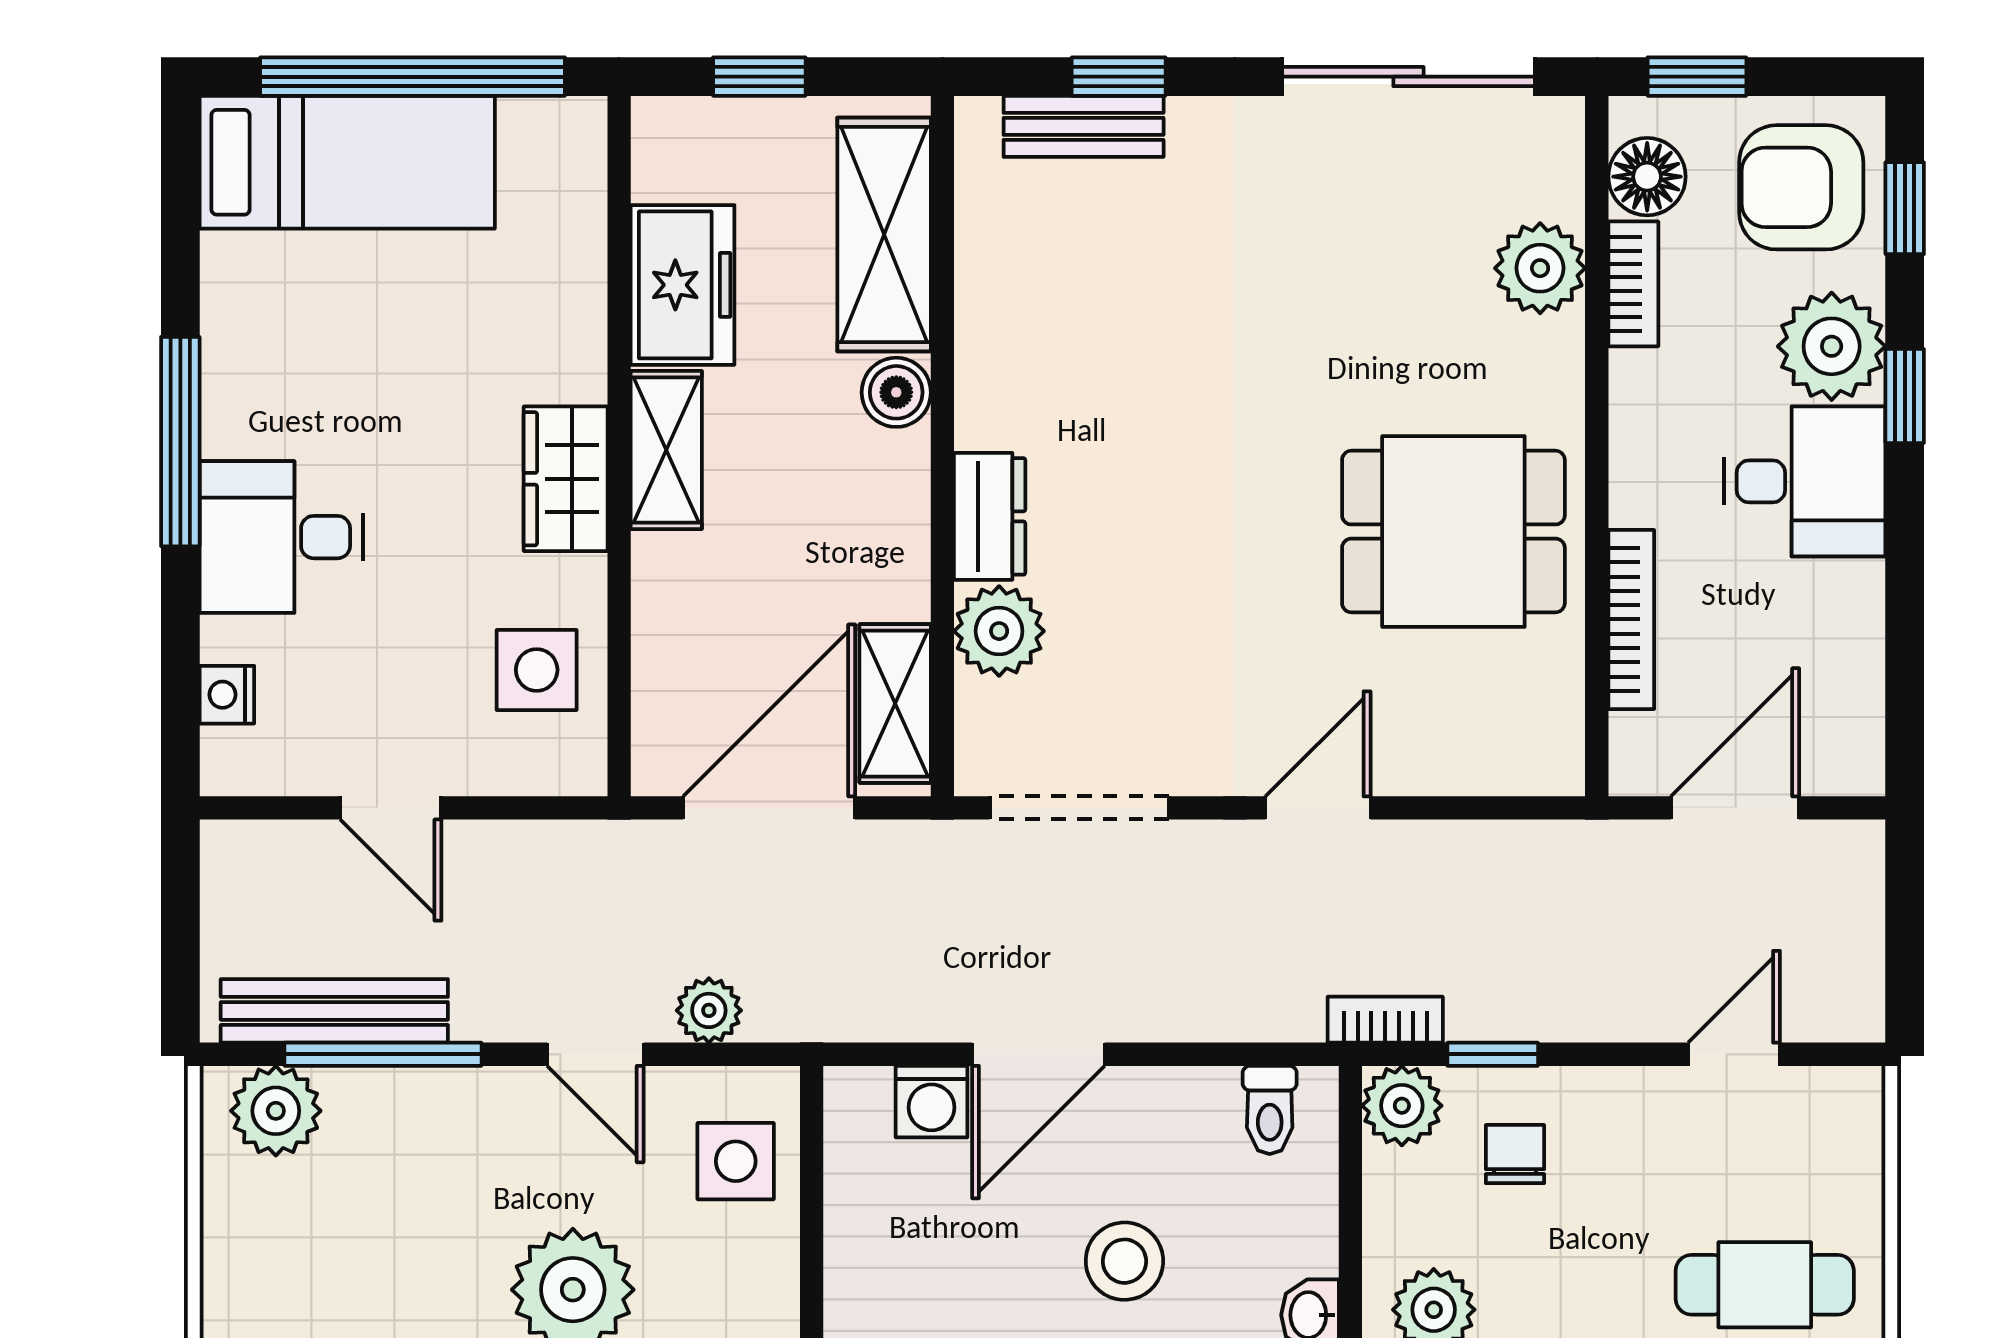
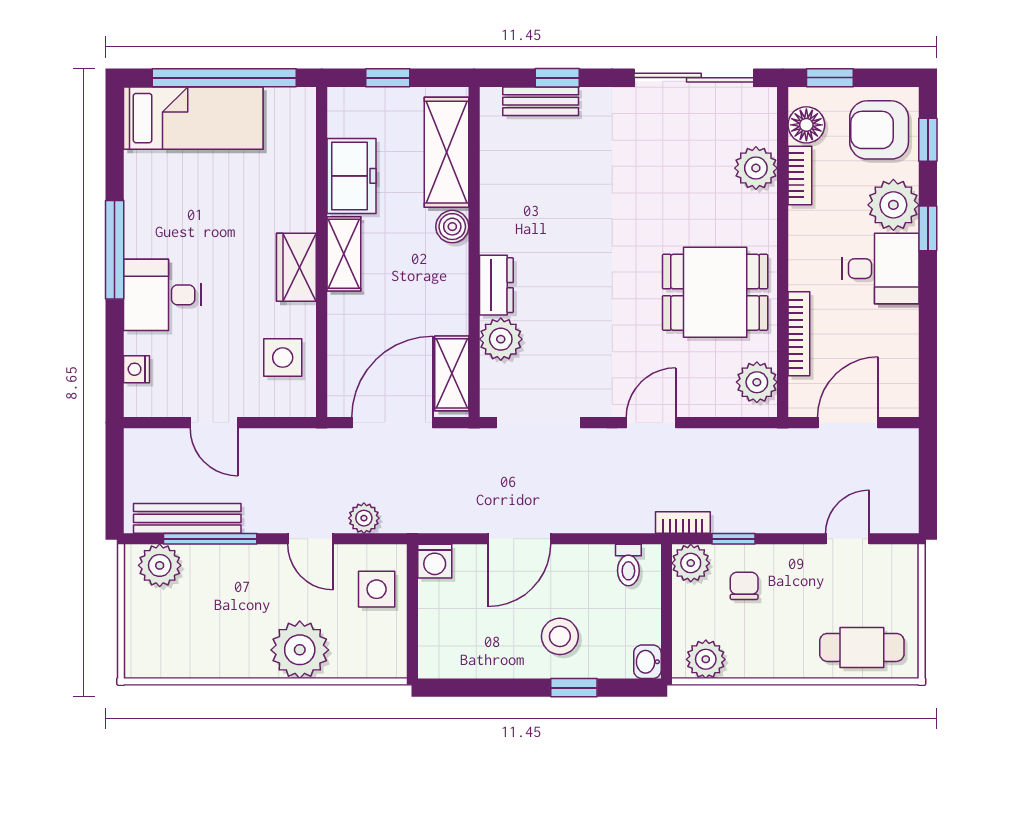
plant: (1542, 722) -> (757, 382), added
washing machine: (931, 1102) -> (435, 561), moved

